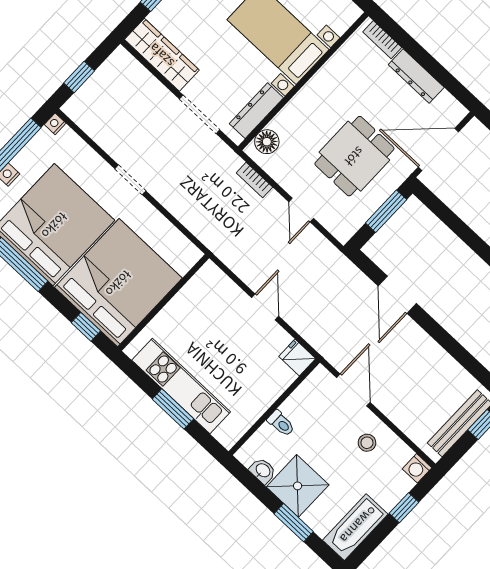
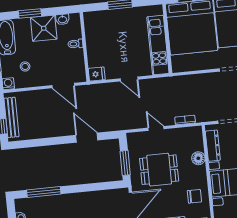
chair: (349, 75) -> (194, 196), added
floor lamp: (267, 142) -> (198, 158), moved
dining table: (354, 156) -> (159, 170), turned 90
kitchen unit: (181, 386) -> (158, 45), moved, turned 90
stool: (367, 443) -> (25, 66), moved

